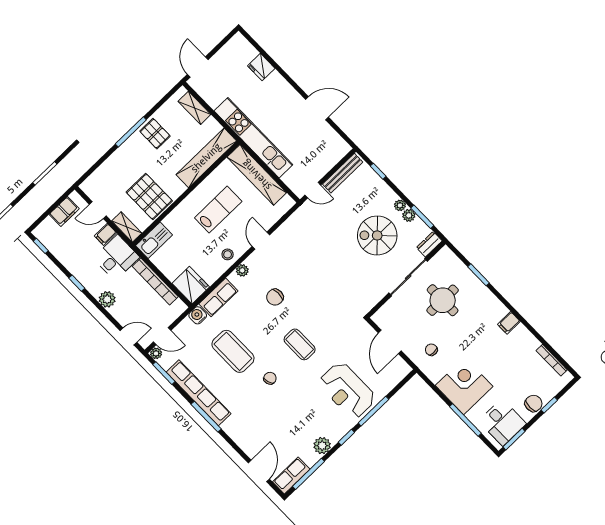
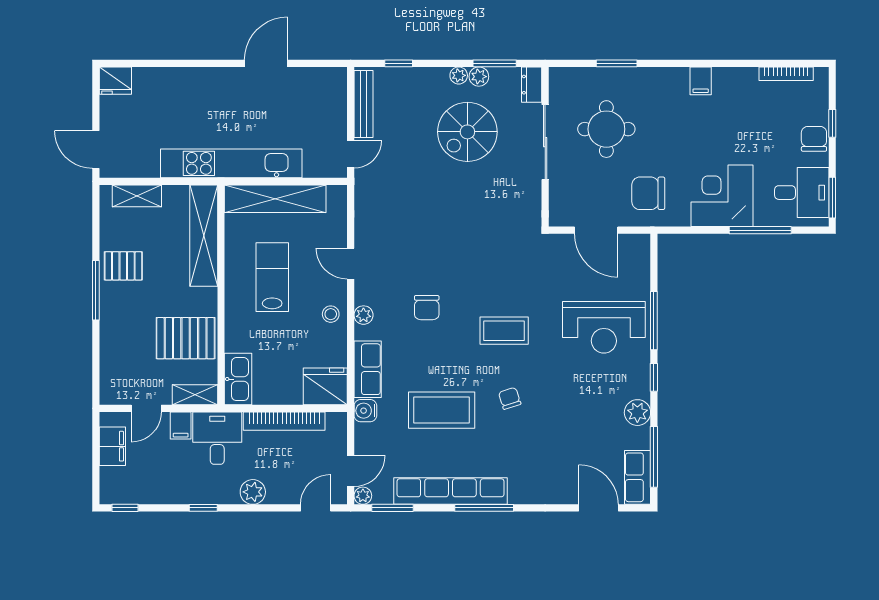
fridge: (261, 67) -> (115, 81), moved
chair: (431, 350) -> (648, 193), width x1.87, depth x1.87

